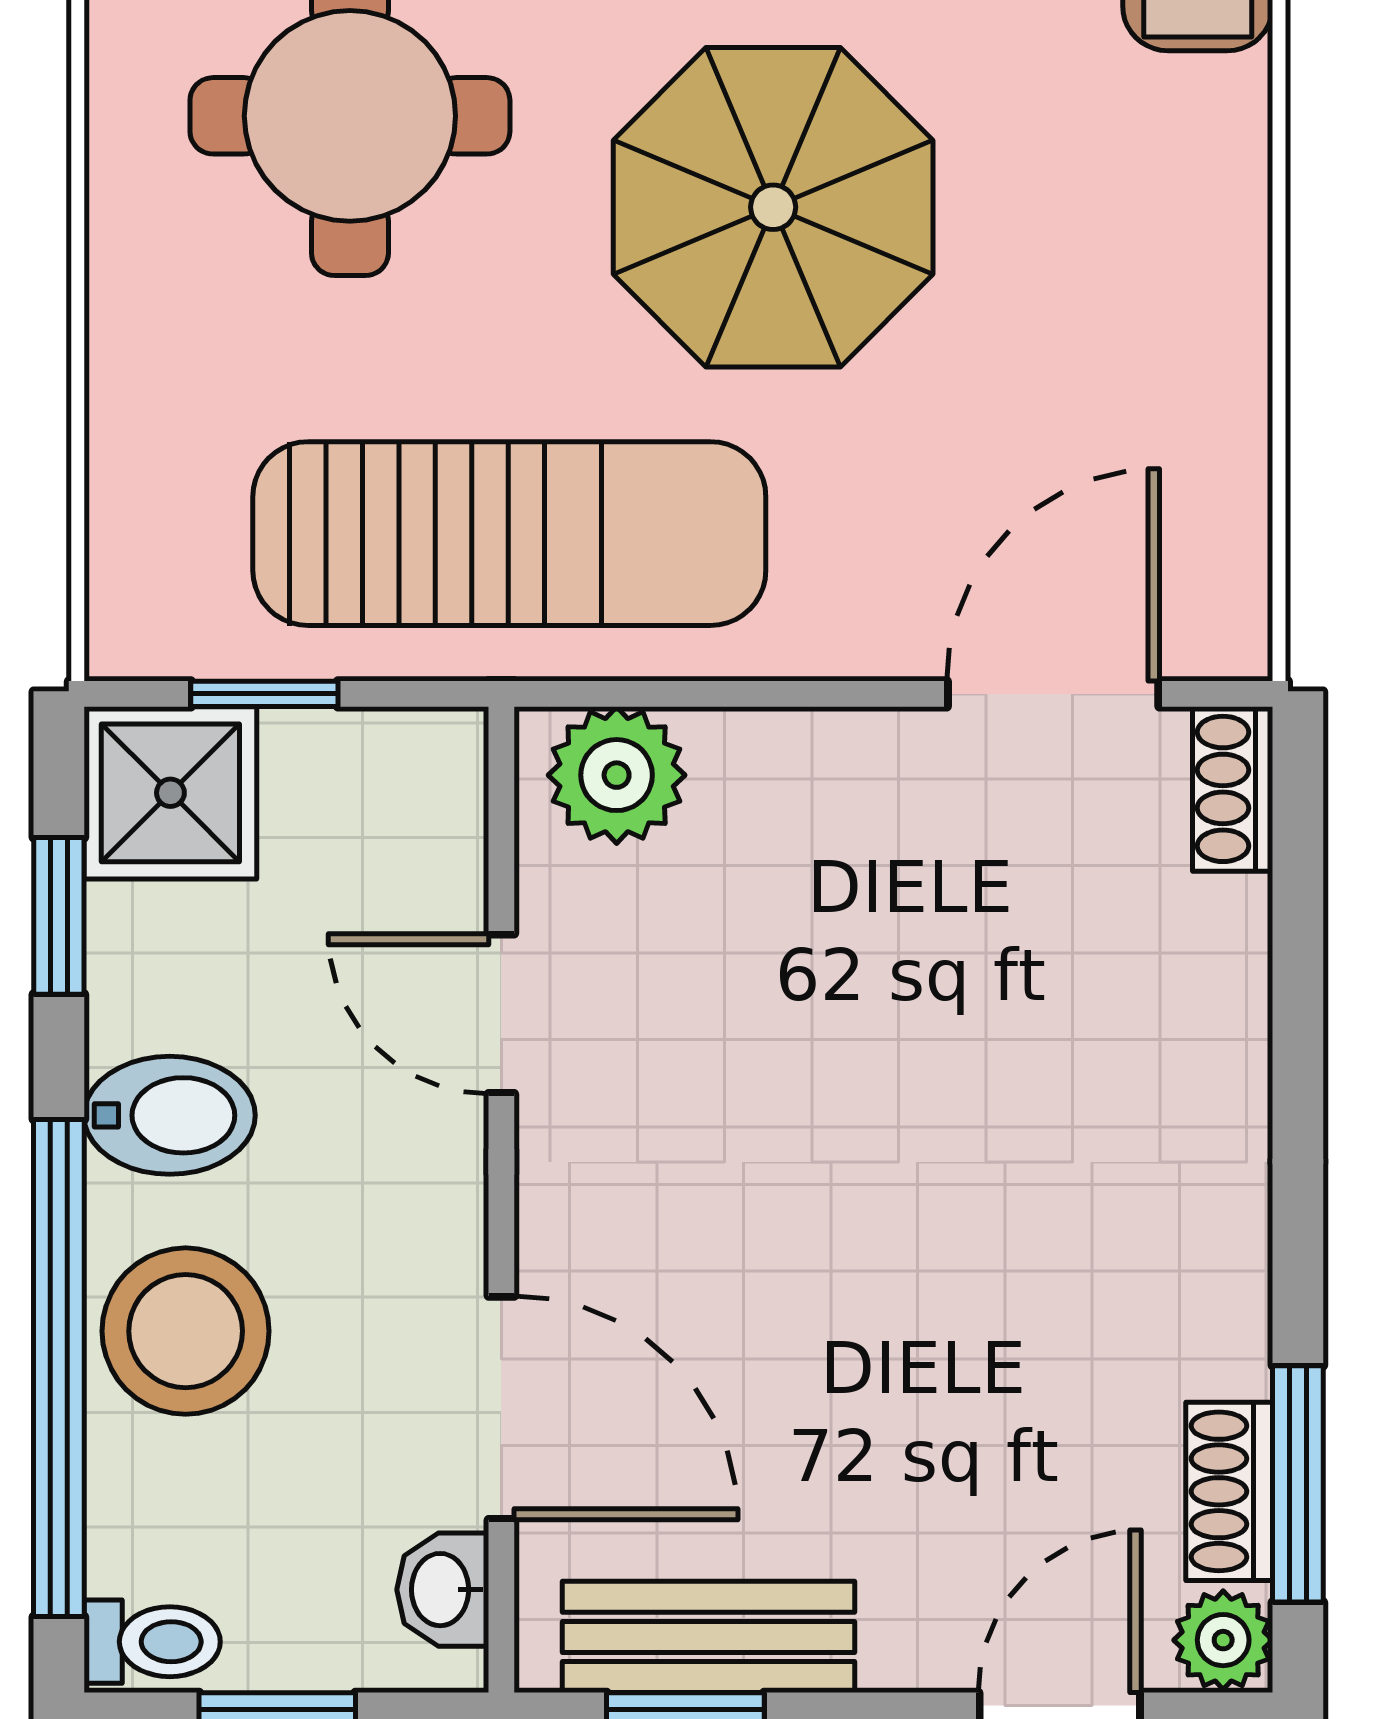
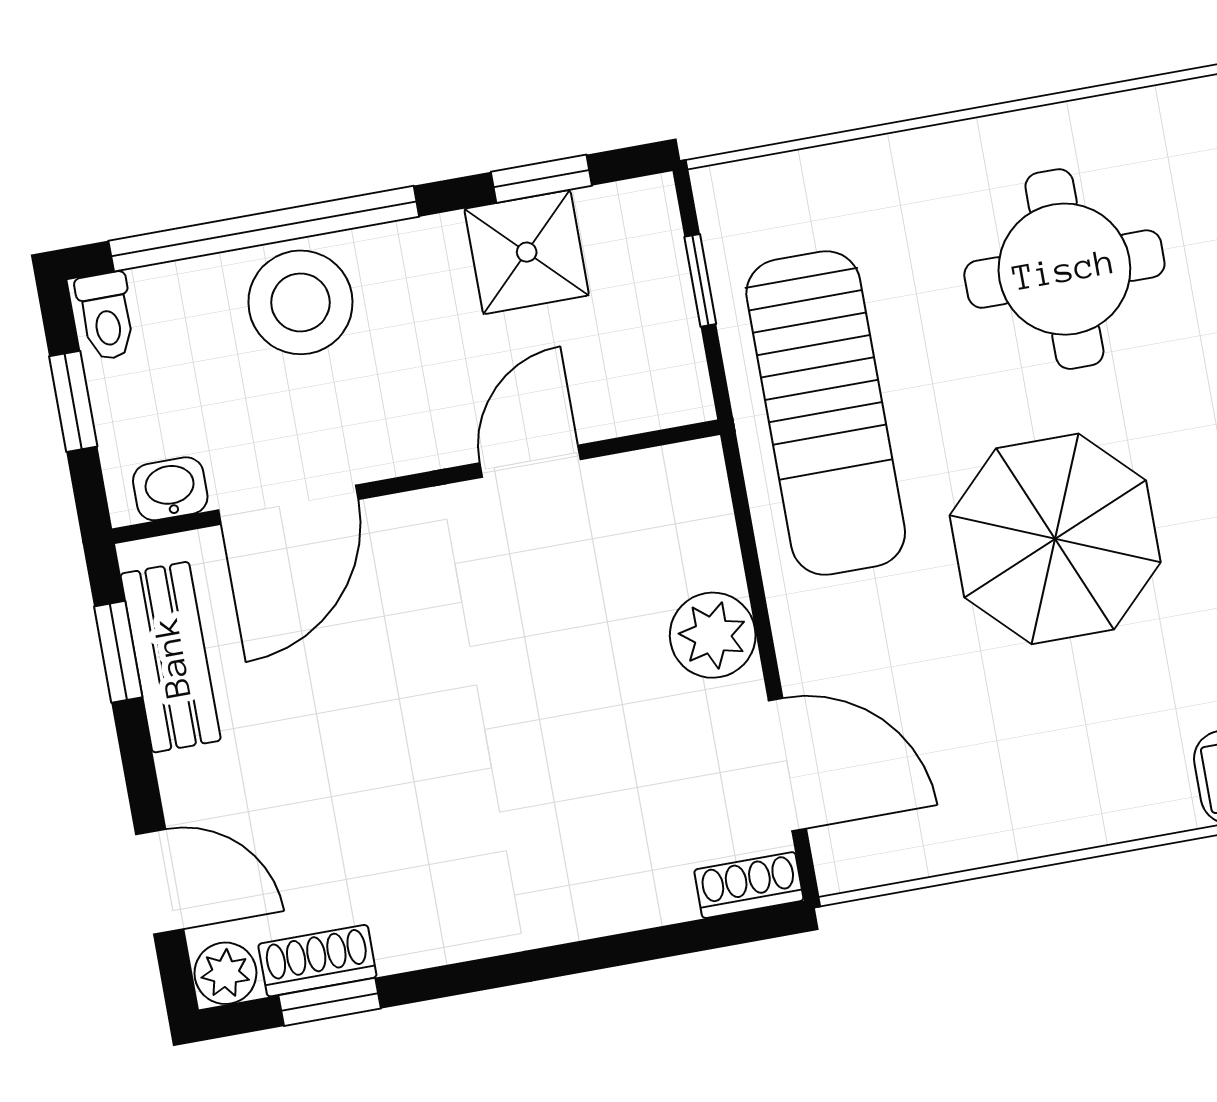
plant: (617, 775) -> (713, 635), moved
shower: (170, 793) -> (527, 252), moved
bidet: (170, 1115) -> (431, 269), removed
window: (1298, 1484) -> (330, 1002), width x0.67

